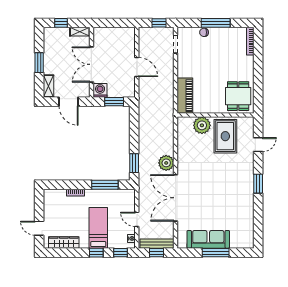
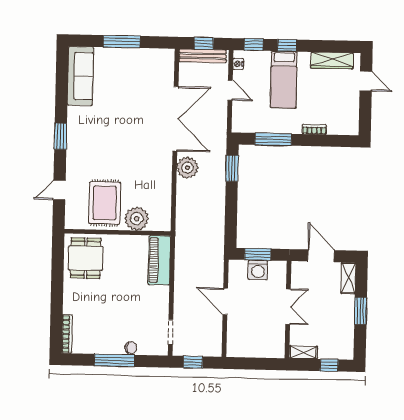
double door: (91, 64) -> (288, 307), width x0.73
washing machine: (100, 90) -> (258, 270), moved
sofa: (208, 239) -> (80, 76), moved, turned -90

